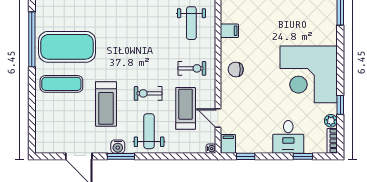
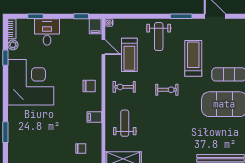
exercise bike: (148, 93) -> (167, 90), moved
water cooler: (118, 147) -> (184, 24), removed

